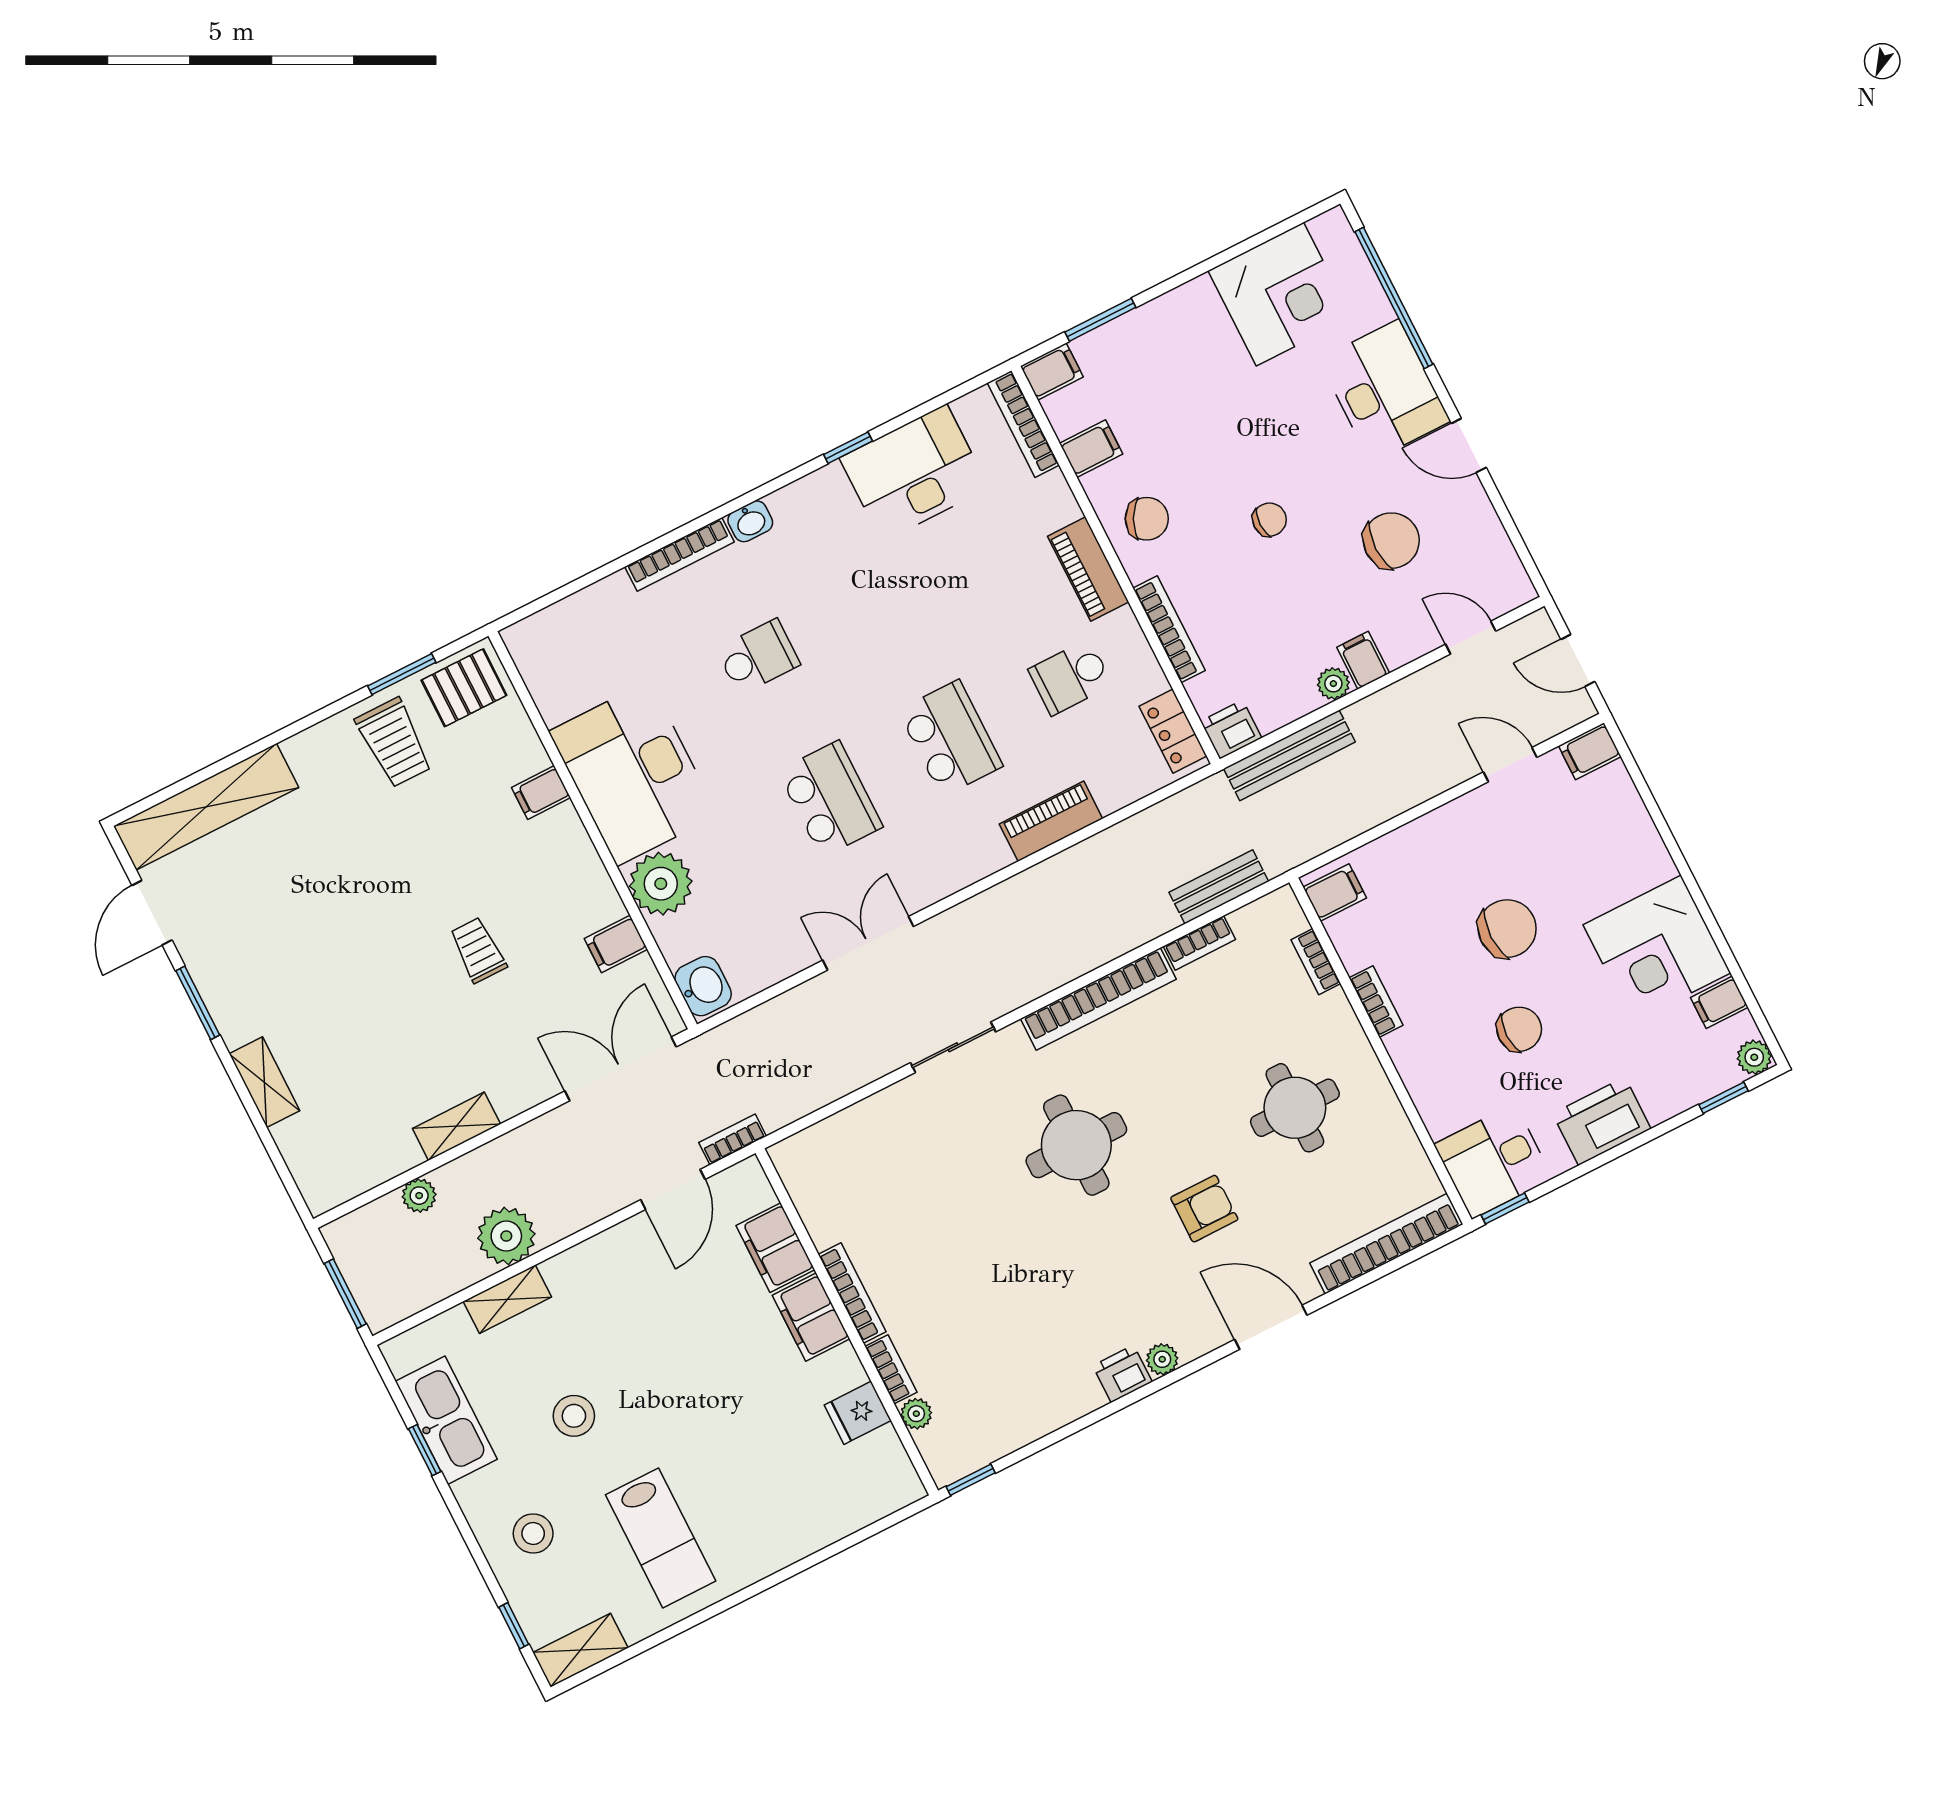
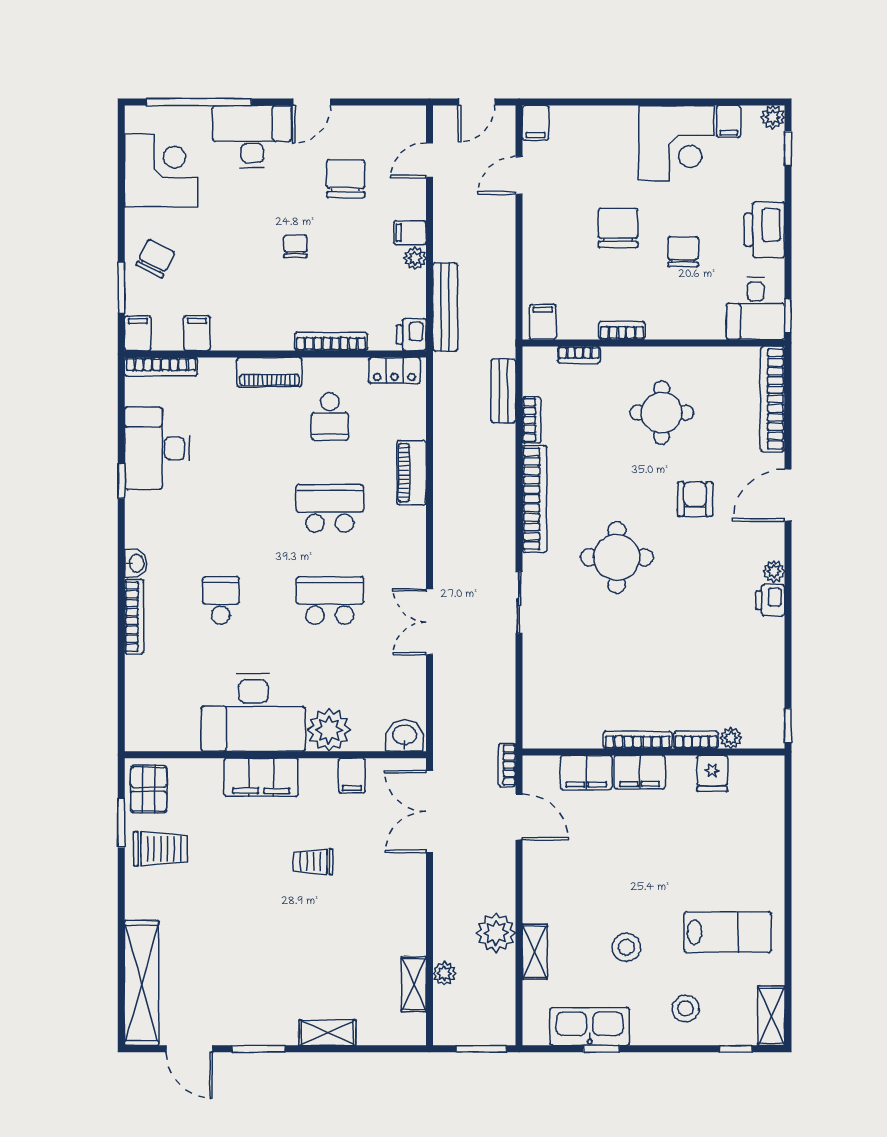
chair: (1147, 519) -> (155, 259), moved
filing cabinet: (541, 793) -> (261, 777), width x3.00, depth x1.17
shelving: (456, 1126) -> (414, 984), moved

